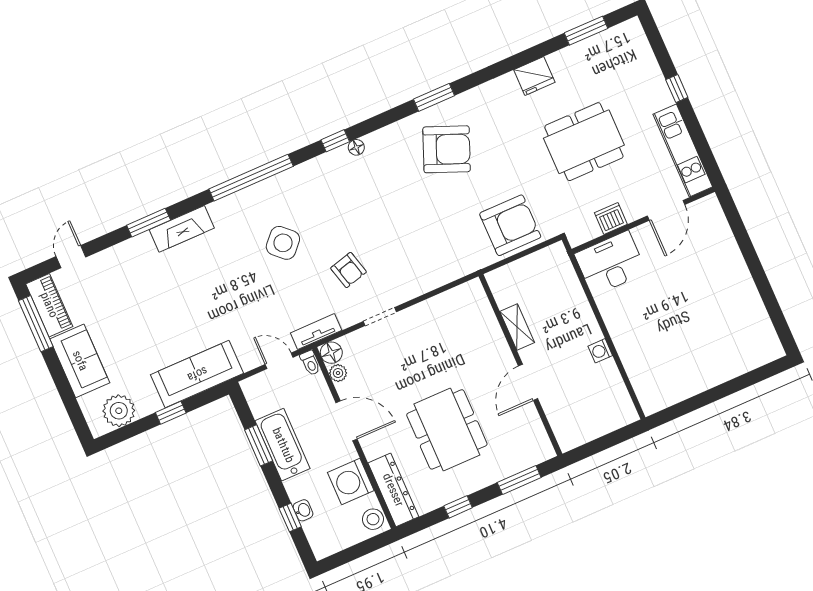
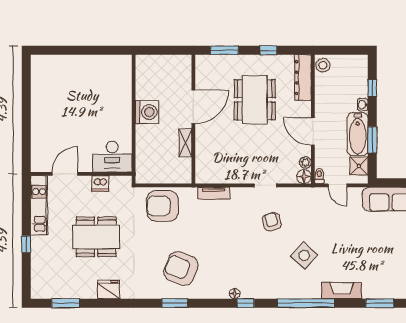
fireplace: (182, 229) -> (342, 291), moved
tv unit: (316, 332) -> (214, 193), moved
washing machine: (600, 351) -> (147, 112), width x1.89, depth x1.89
door: (528, 382) -> (193, 107), width x1.36
shower: (261, 401) -> (359, 166), added
washing machine: (351, 481) -> (326, 94), removed
washbasin: (303, 510) -> (363, 105), moved

